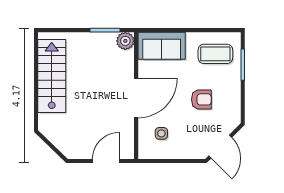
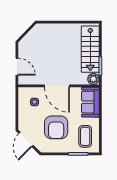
stairs: (52, 76) -> (90, 49), moved, turned 90
armchair: (201, 99) -> (56, 127), width x1.88, depth x1.88
door: (220, 147) -> (26, 139), hinge flipped

